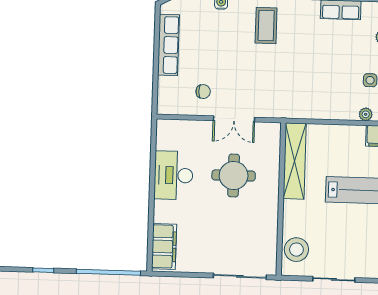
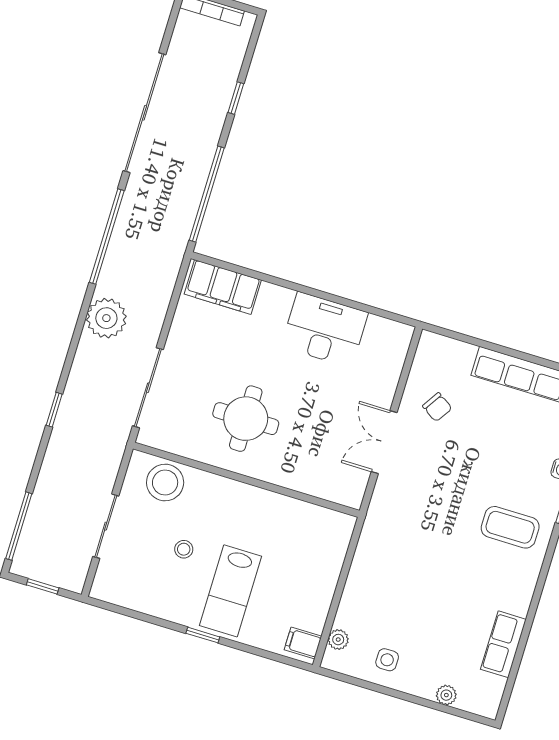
chair: (203, 92) -> (437, 407), turned -57
shelving: (295, 161) -> (297, 515), removed
round table: (234, 175) -> (246, 419), moved
stool: (335, 227) -> (184, 549), added

